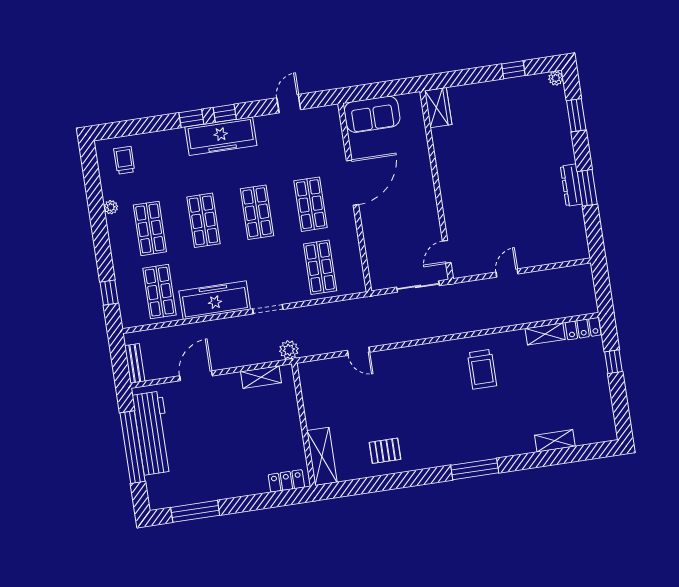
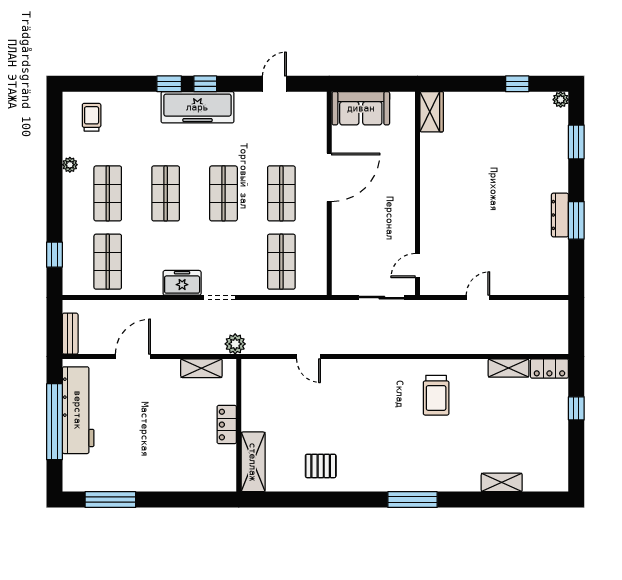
freezer: (215, 300) -> (182, 283), width x0.52, depth x0.79
locker: (286, 481) -> (227, 425), moved, turned -90

